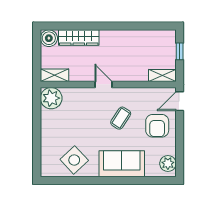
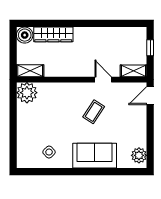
door: (103, 84) -> (103, 80), moved
armchair: (157, 126) -> (129, 119), removed
side table: (74, 160) -> (49, 152), width x0.54, depth x0.54

